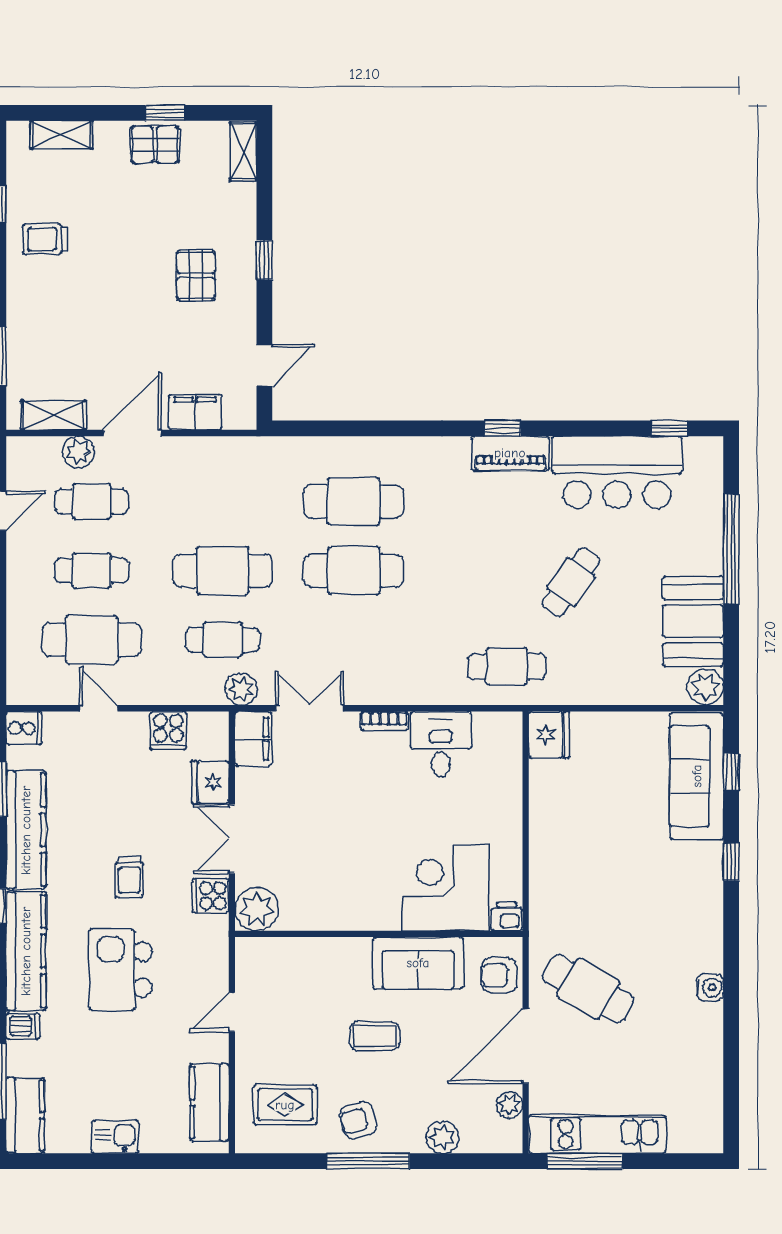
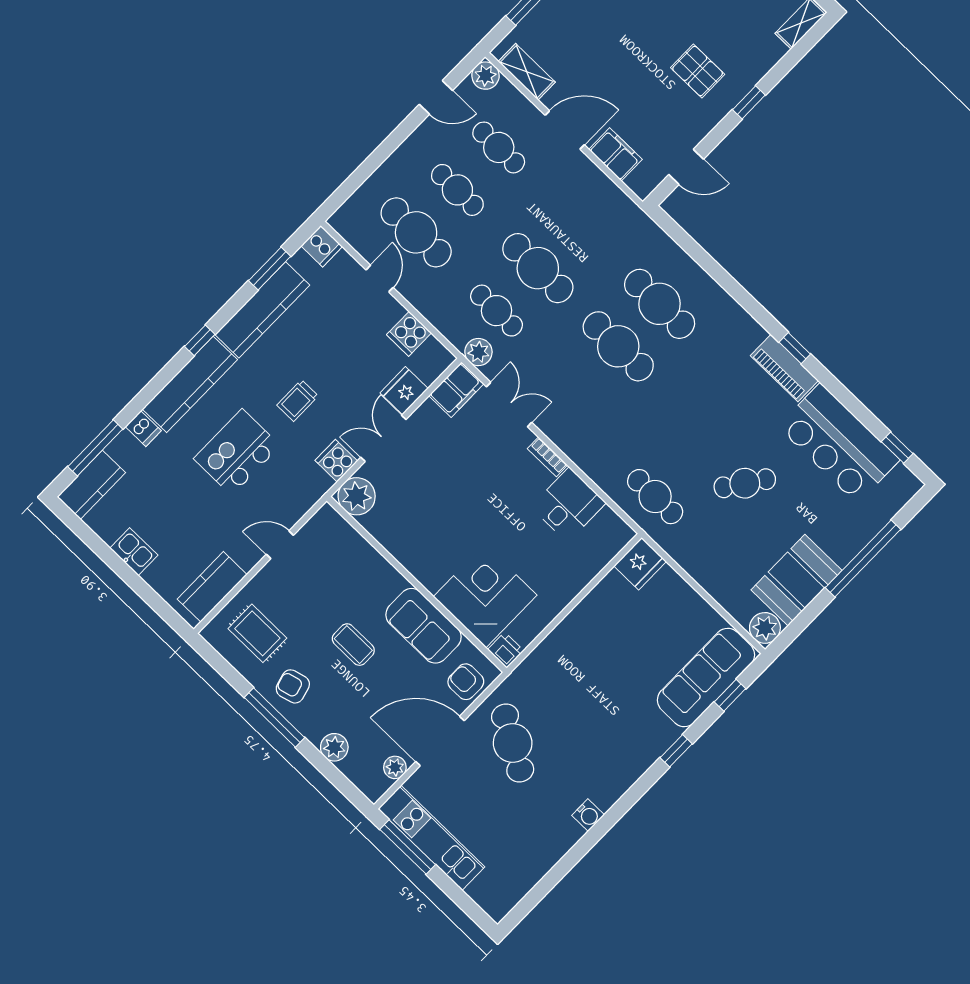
pallet: (196, 276) -> (698, 71), turned 90
plant: (78, 452) -> (485, 76), moved

